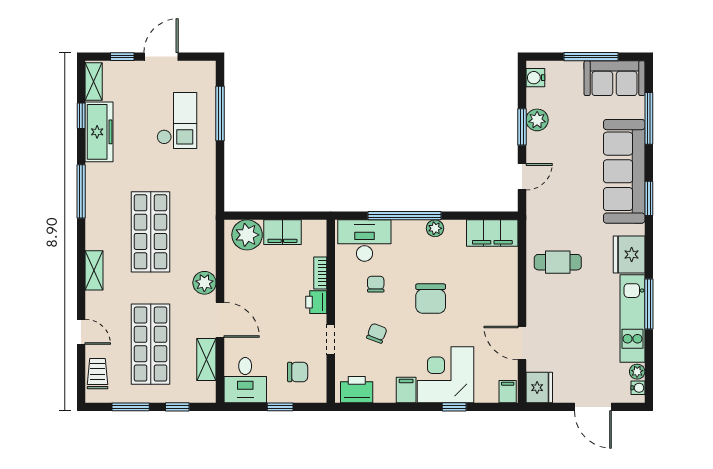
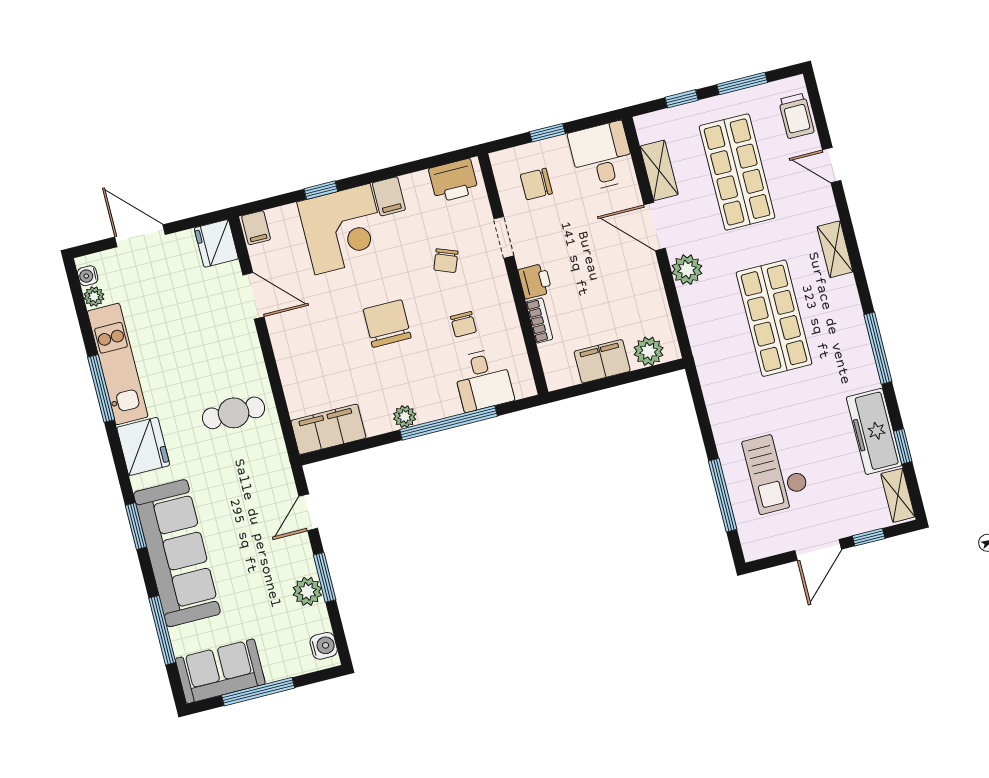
plant: (247, 235) -> (649, 351), width x0.73, depth x0.73
desk: (364, 241) -> (483, 380), width x0.73

